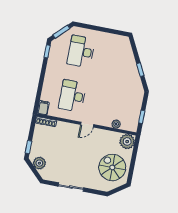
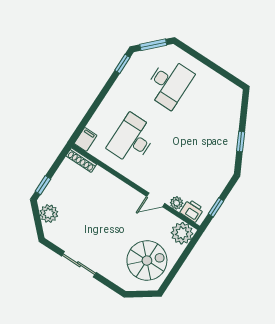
desk: (81, 52) -> (169, 83), turned 180
door: (87, 125) -> (156, 200), moved
printer: (128, 125) -> (192, 211), added
spiral stairs: (112, 167) -> (147, 261), turned 90

